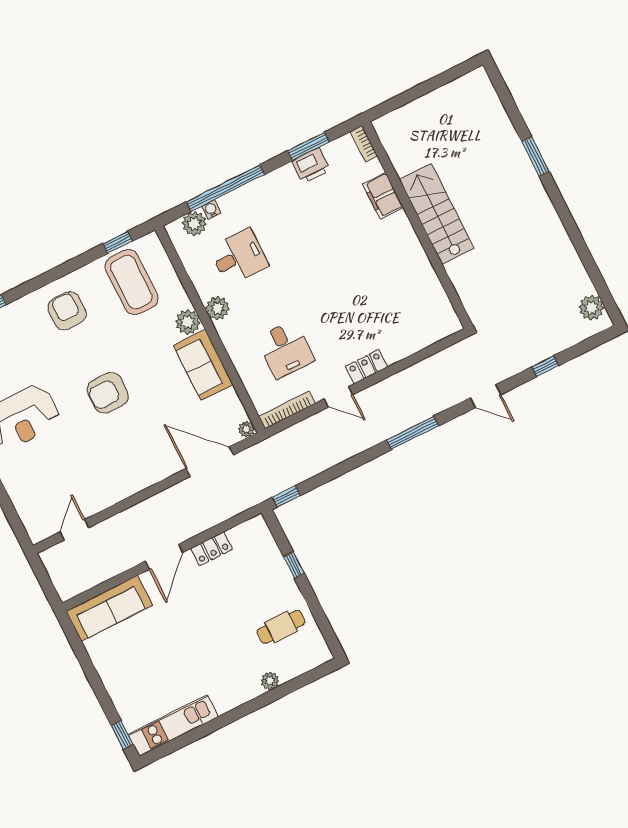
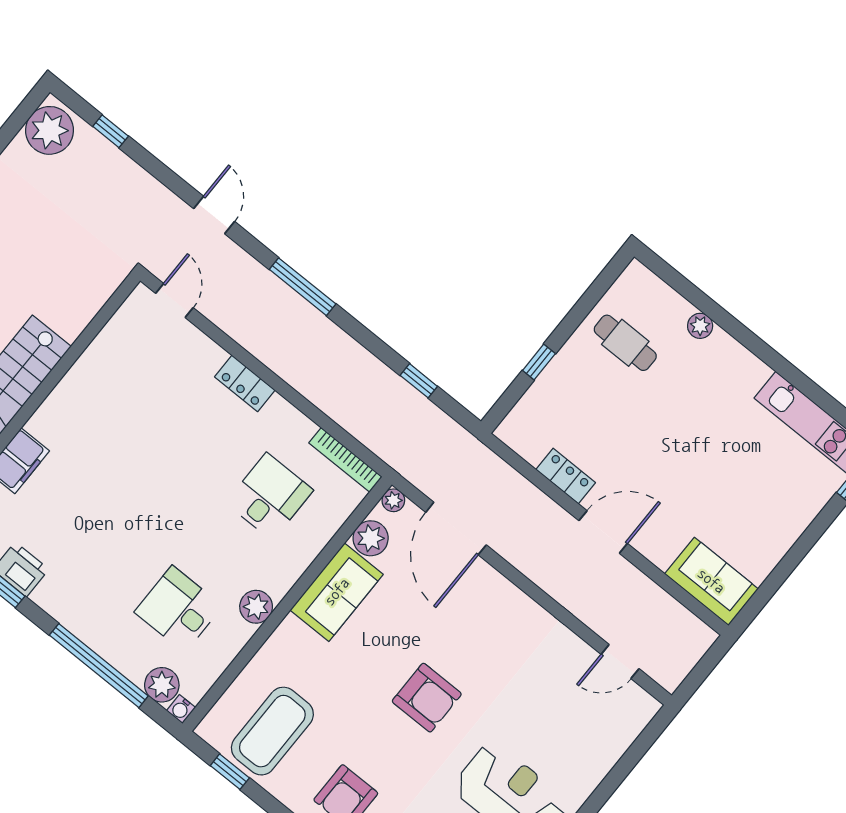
water cooler: (211, 210) -> (181, 709), moved
plant: (591, 308) -> (49, 130), width x1.36, depth x1.36
plant: (188, 322) -> (371, 538), moved
window: (545, 366) -> (111, 131), moved
door: (339, 397) -> (174, 301), moved
window: (286, 496) -> (419, 381), moved
sofa: (109, 608) -> (711, 581), width x0.73

